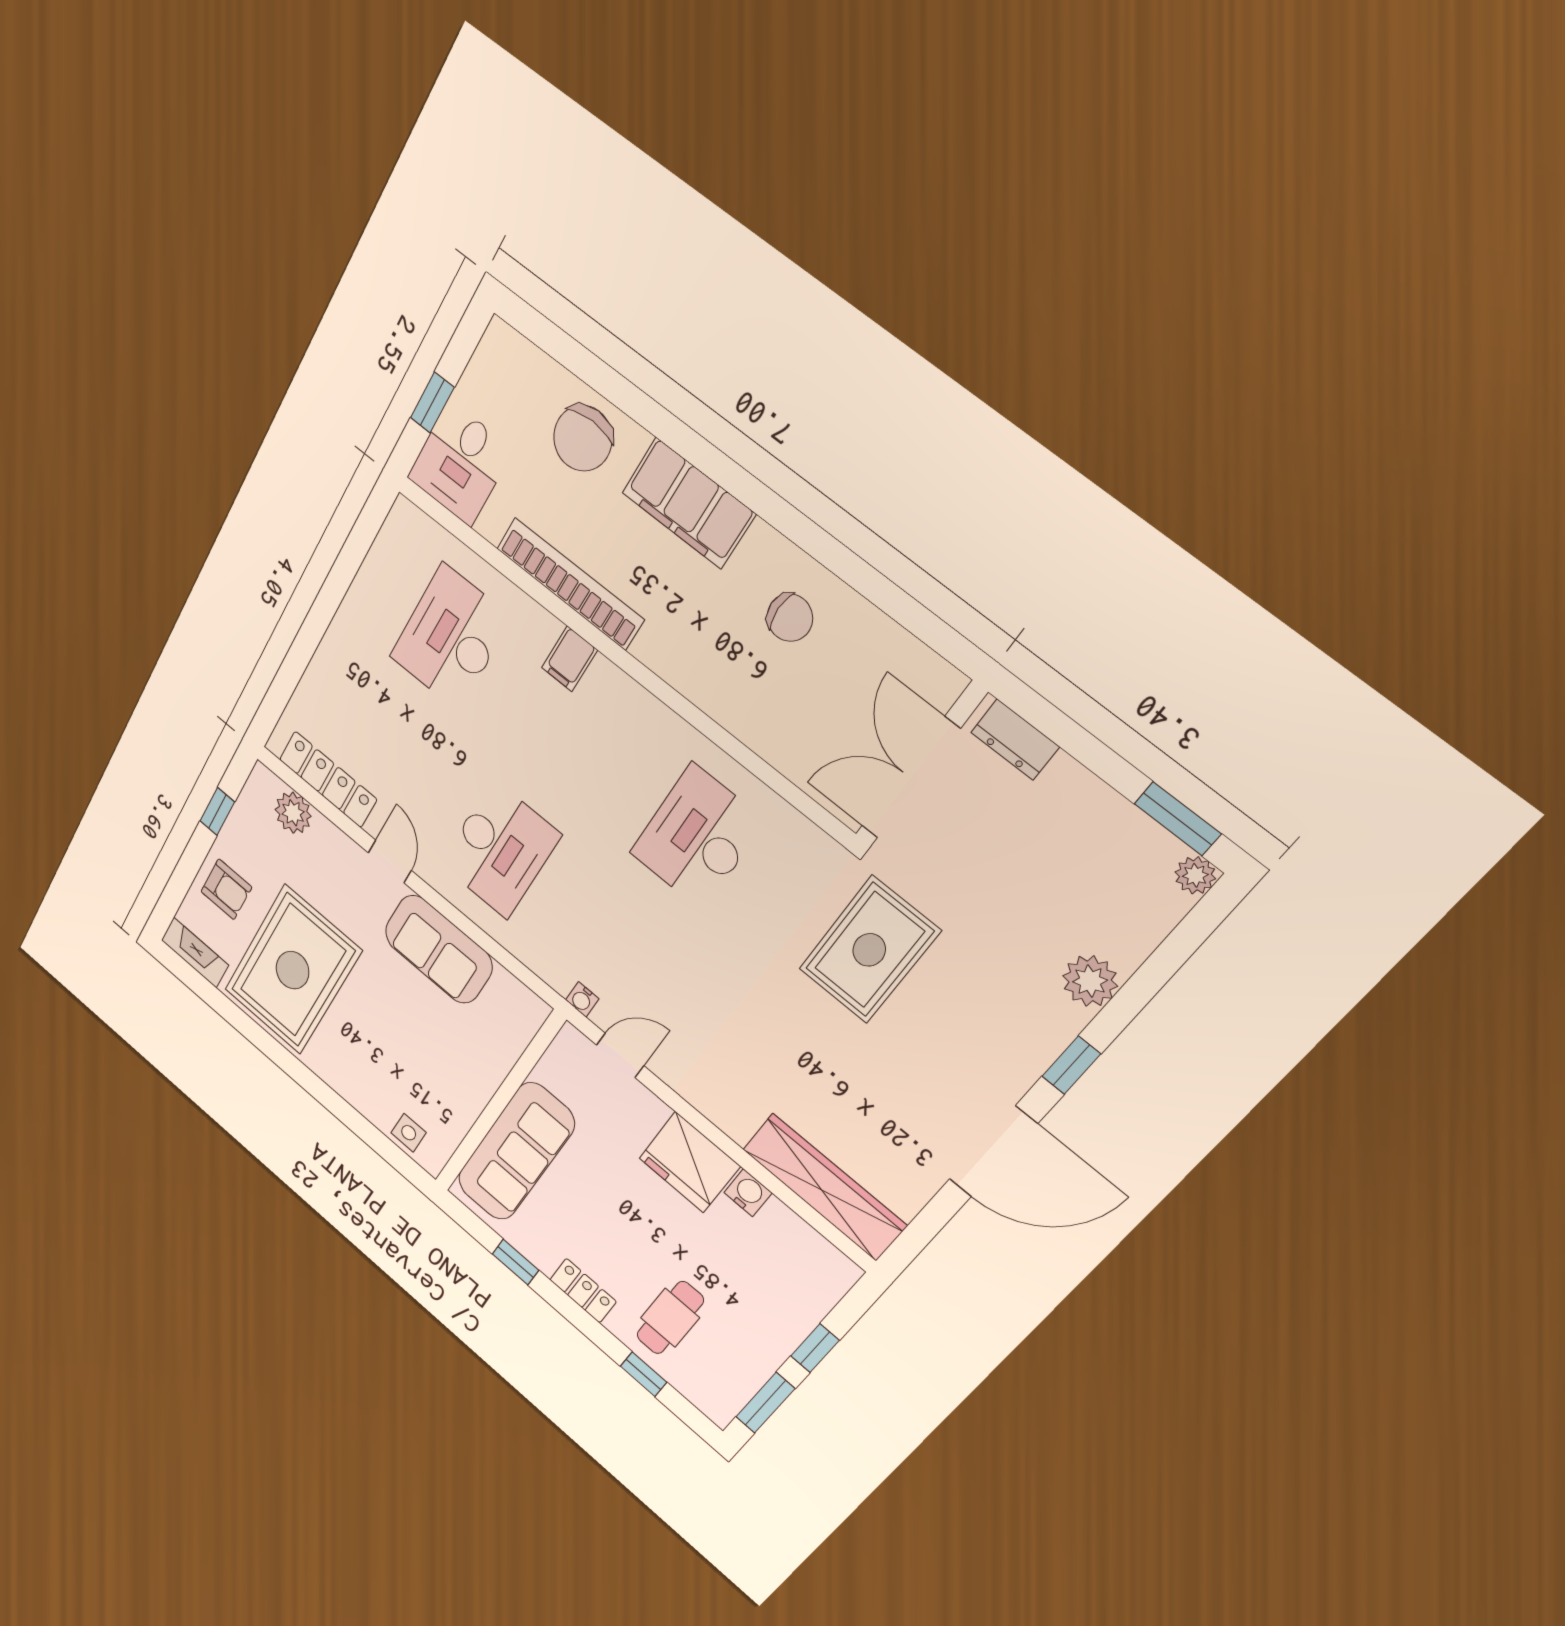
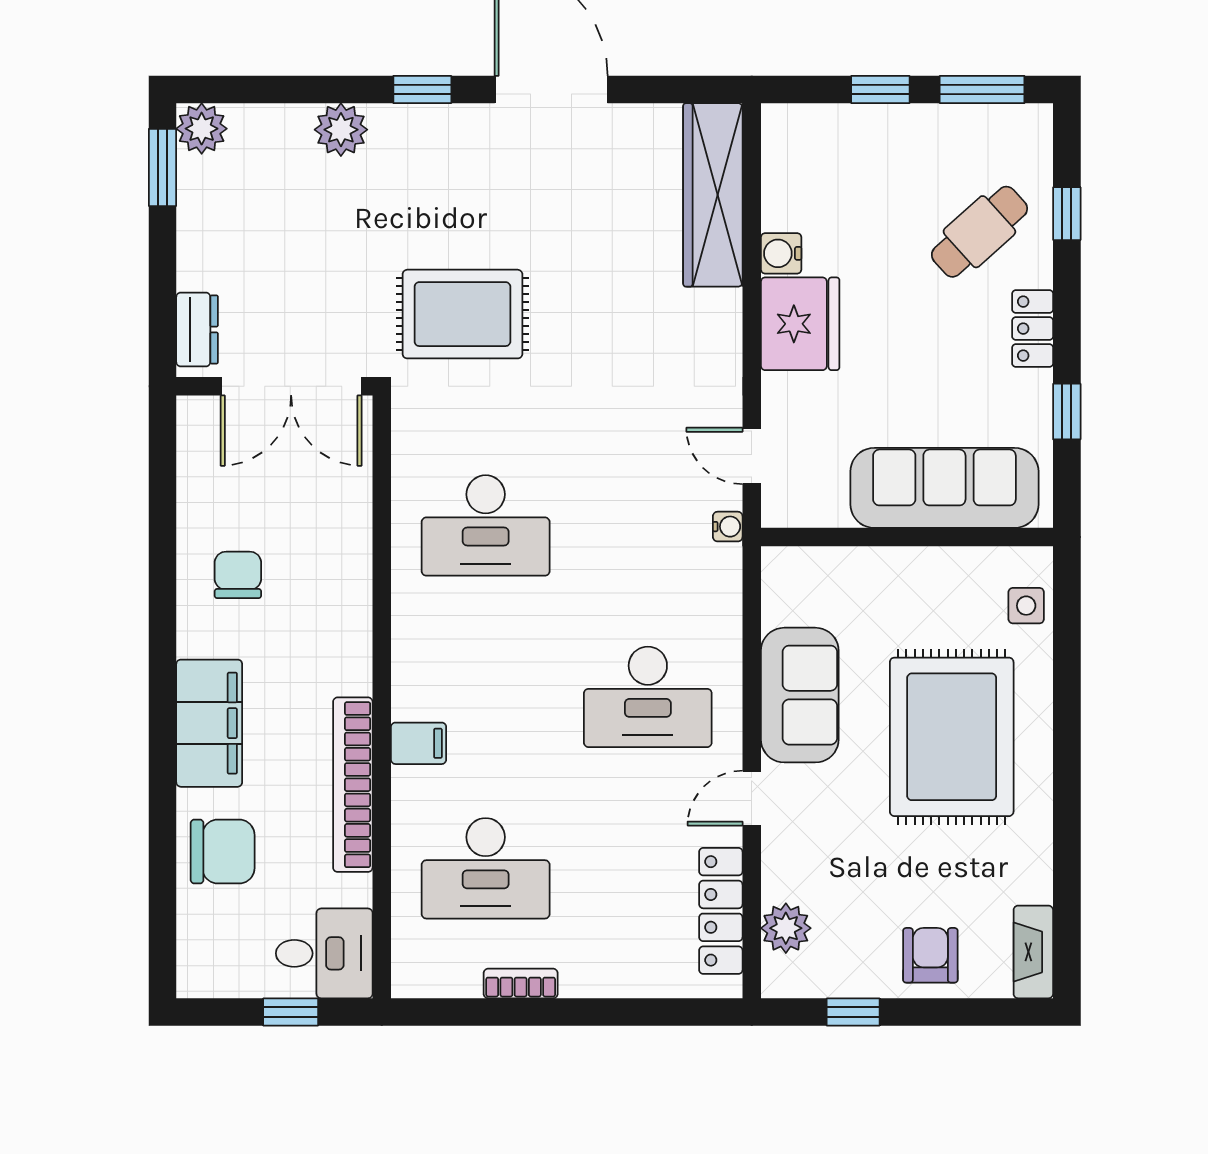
bookcase: (357, 599) -> (521, 983), added
desk: (500, 849) -> (648, 697), turned 180
plant: (1195, 875) -> (202, 129), width x1.38, depth x1.38
rug: (293, 970) -> (952, 737), moved, turned 90
cafe table: (670, 1318) -> (979, 232), turned -42

